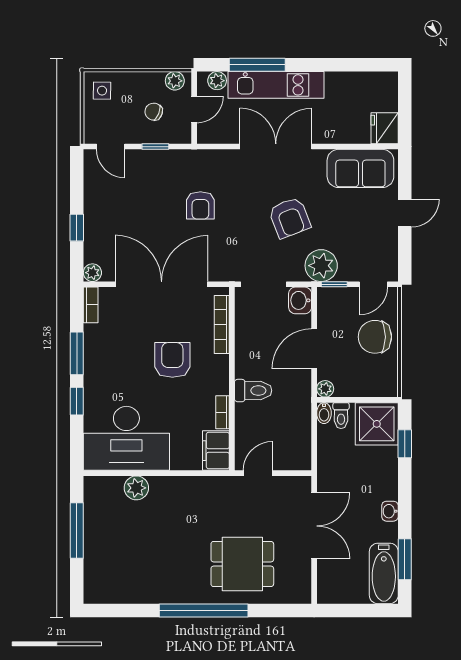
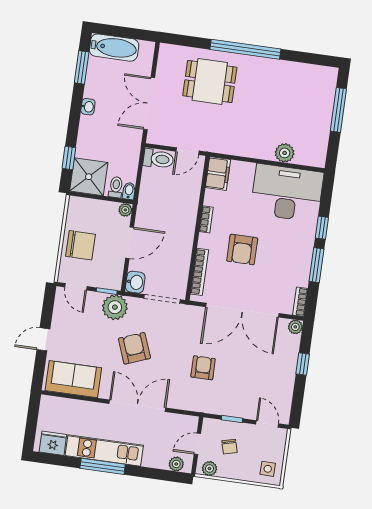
window: (257, 65) -> (103, 466), moved
kitchen unit: (276, 85) -> (104, 450), moved
chair: (154, 112) -> (229, 447), turned 54
fridge: (385, 128) -> (53, 443), moved, turned -90
double door: (276, 147) -> (137, 406), swing flipped
door: (373, 284) -> (76, 287), swing flipped
toilet: (253, 391) -> (158, 159), moved, turned 180
bookcase: (223, 412) -> (206, 219), moved
window: (77, 531) -> (338, 110), moved
bathtub: (384, 573) -> (114, 48), moved, turned 90

